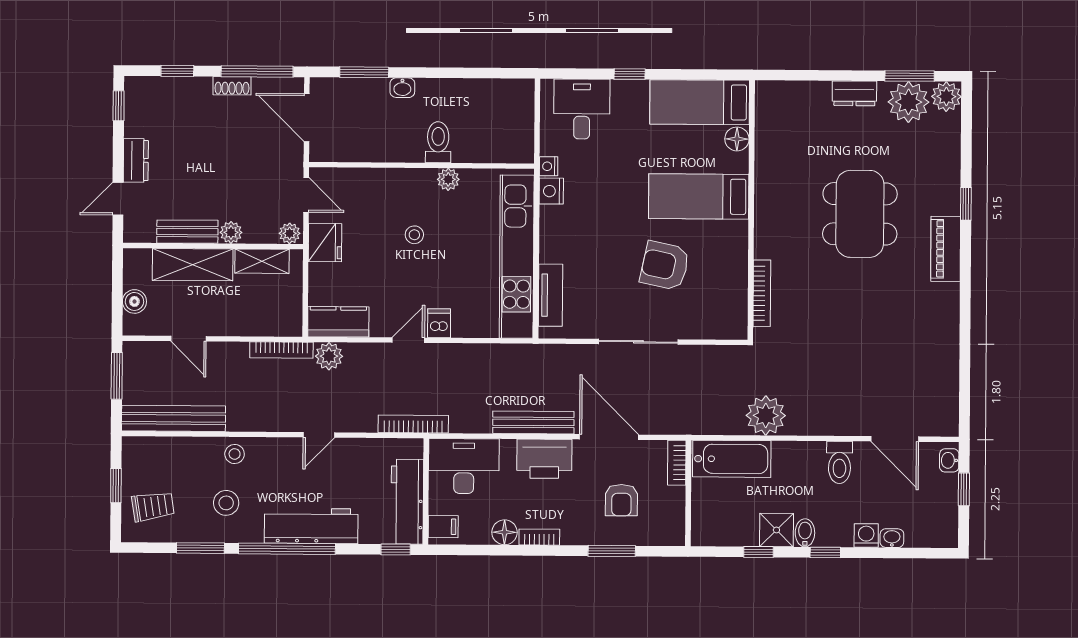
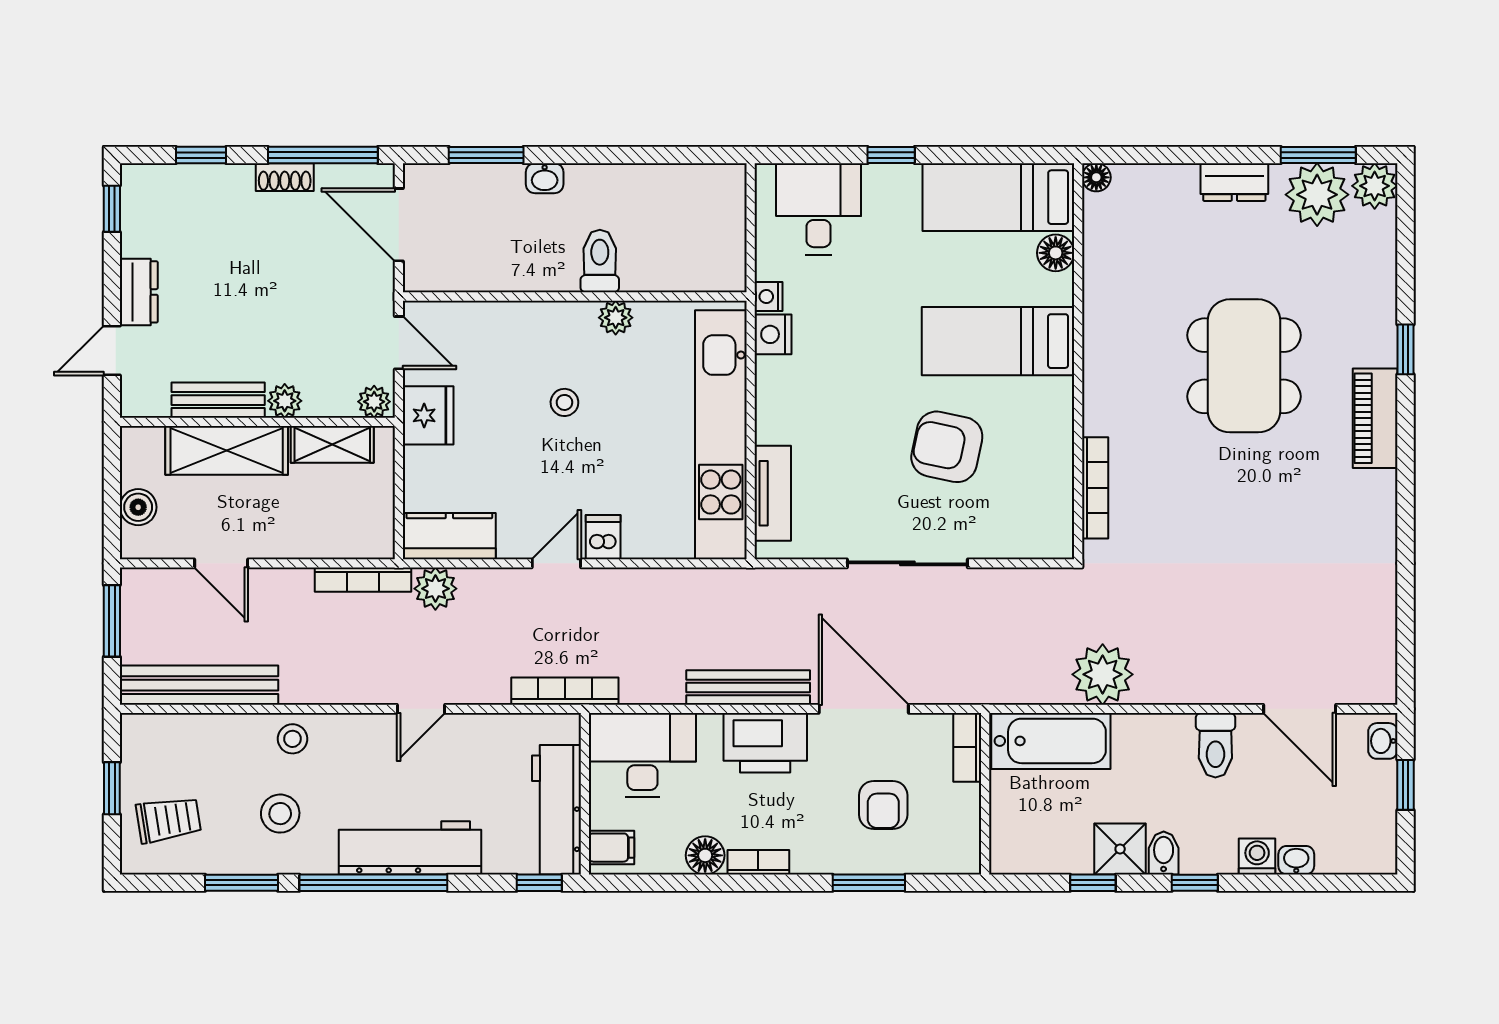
floor lamp: (764, 90) -> (1096, 177), added

